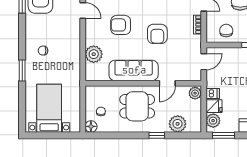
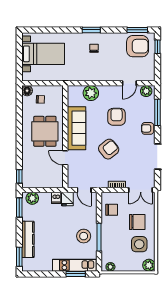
armchair: (157, 34) -> (109, 149), turned 141
window: (22, 71) -> (91, 30), moved
plant: (195, 93) -> (56, 182), removed
fridge: (214, 106) -> (67, 199), moved
plant: (178, 124) -> (29, 167), removed
window: (157, 135) -> (19, 176), moved

